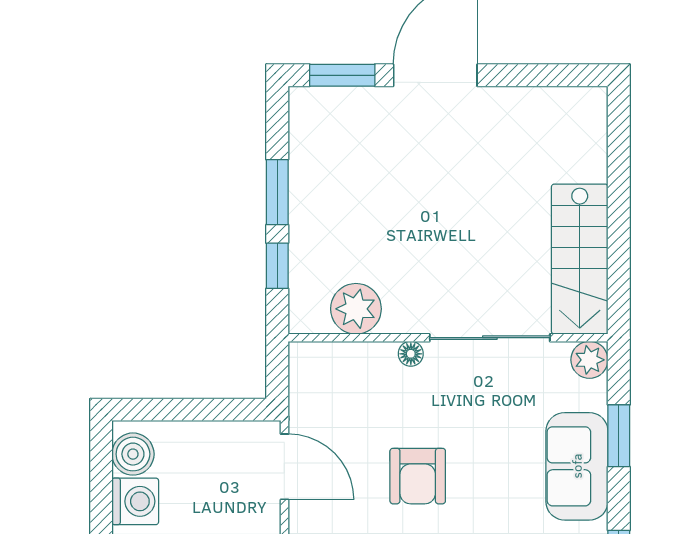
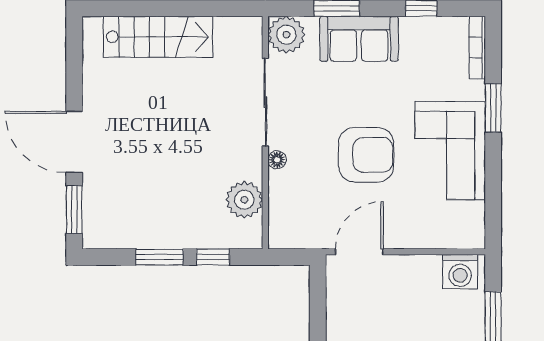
stairs: (580, 259) -> (158, 37), moved
plant: (589, 360) -> (286, 35), width x1.36, depth x1.36
armchair: (418, 476) -> (366, 155), width x1.36, depth x1.36

